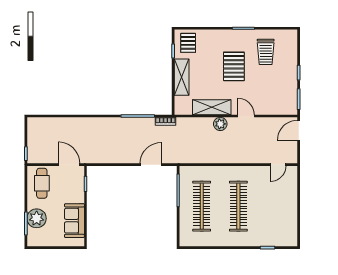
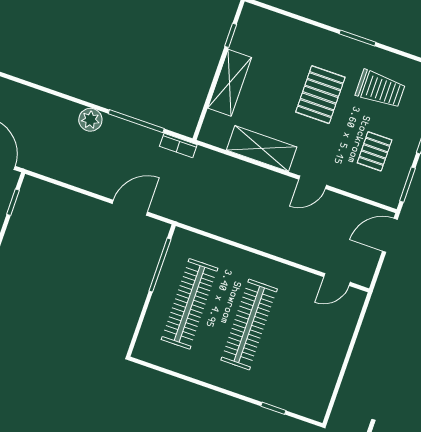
pallet: (188, 43) -> (375, 151), moved
trolley: (266, 52) -> (380, 89), turned -90
door: (246, 116) -> (313, 182), swing flipped
plant: (220, 124) -> (90, 120), moved

